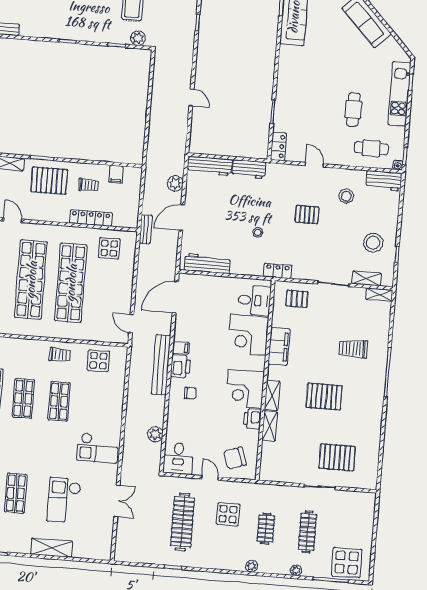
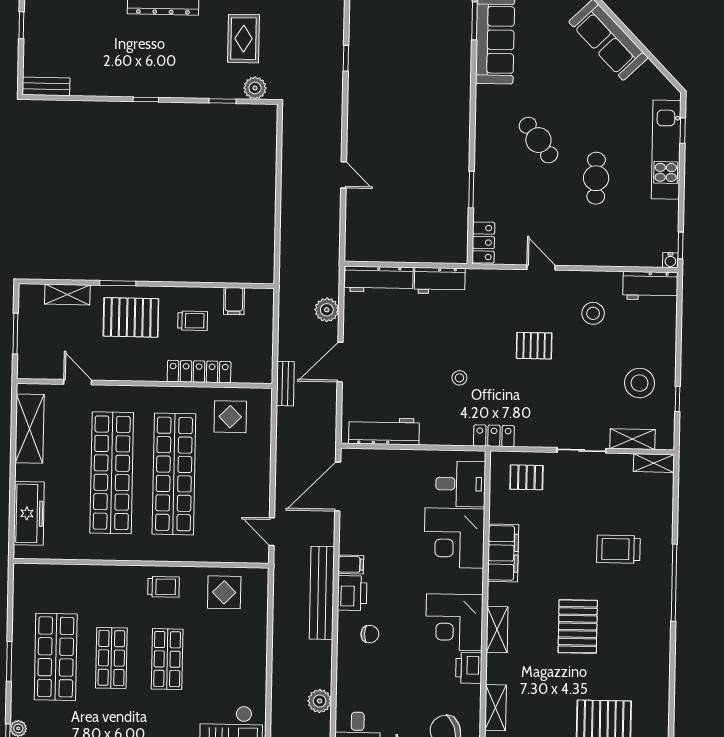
cafe table: (371, 148) -> (538, 140), moved, turned 53
pallet: (324, 397) -> (578, 626), turned 90
shelving: (270, 426) -> (496, 708), moved

